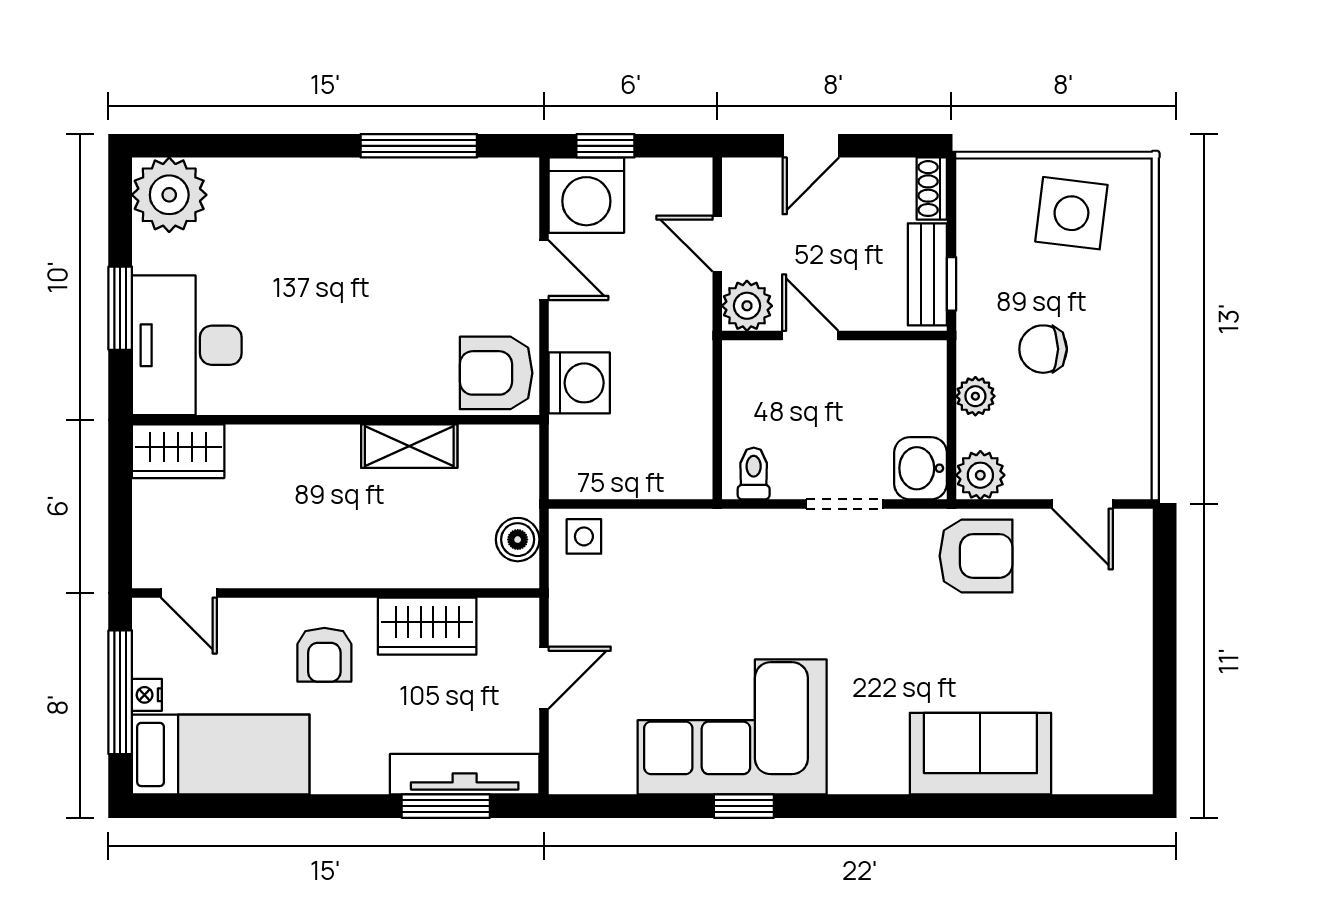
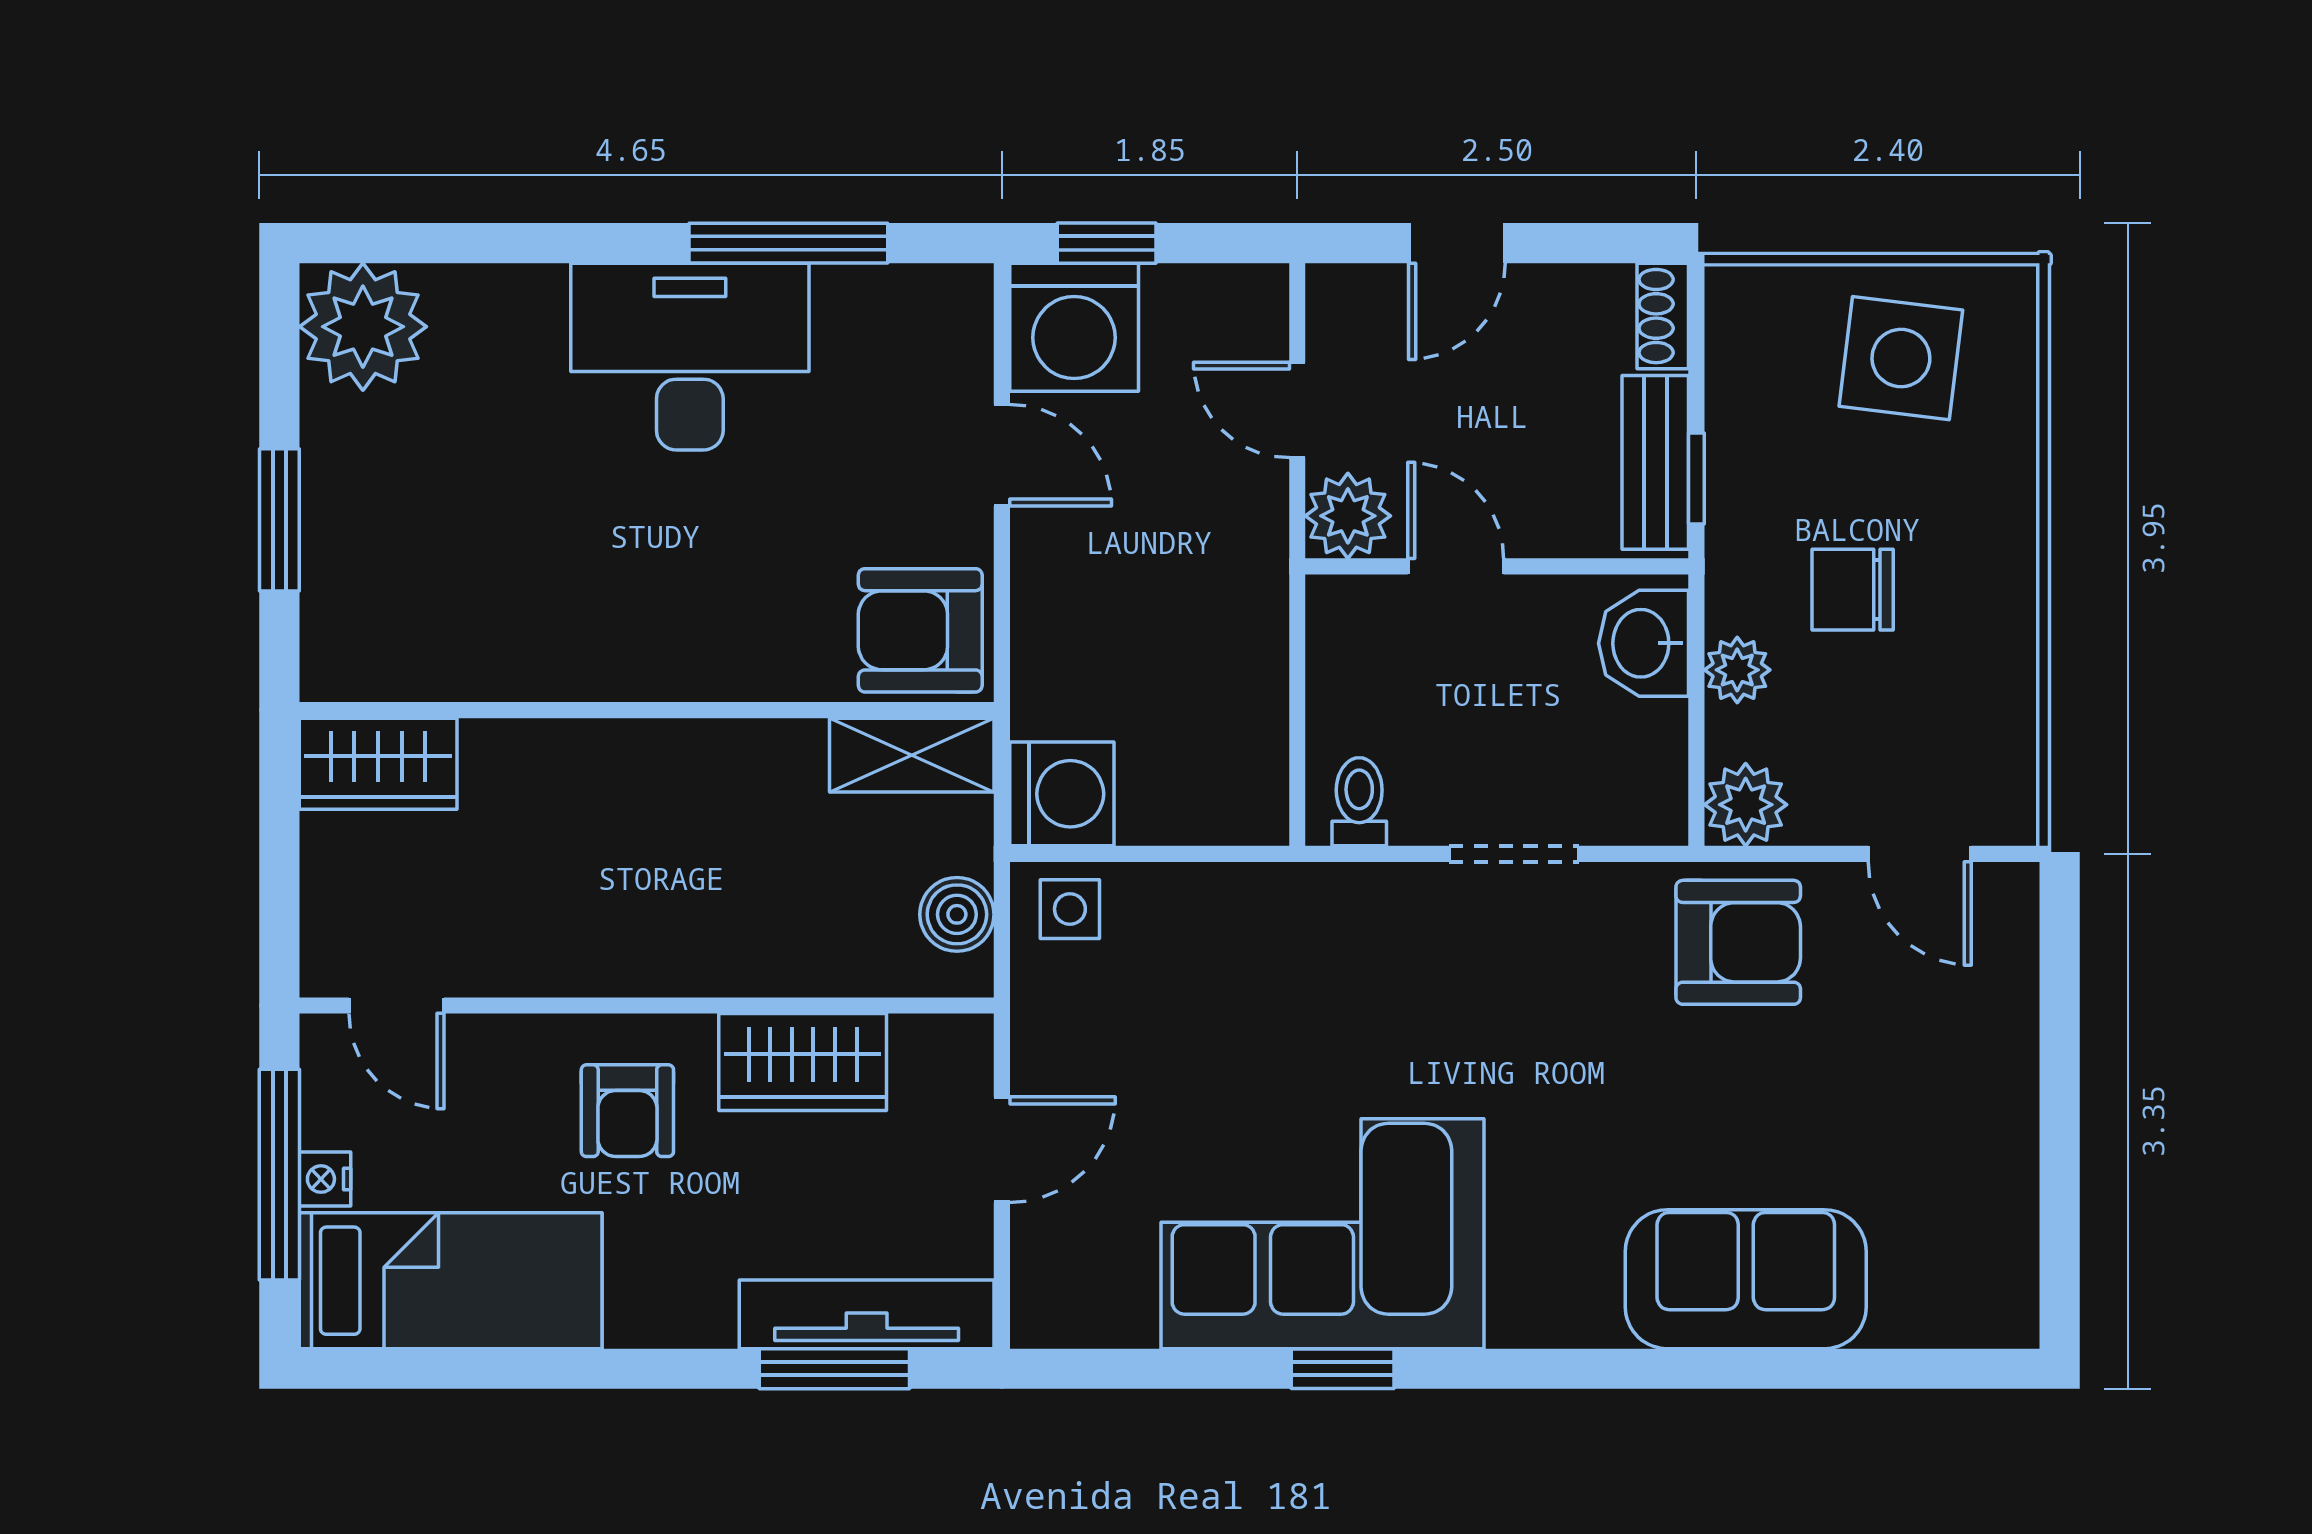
desk: (187, 345) -> (690, 357), moved, turned 90
washing machine: (579, 383) -> (1062, 794), moved
shelving: (409, 446) -> (912, 755), moved
washbasin: (920, 468) -> (1644, 643), moved

